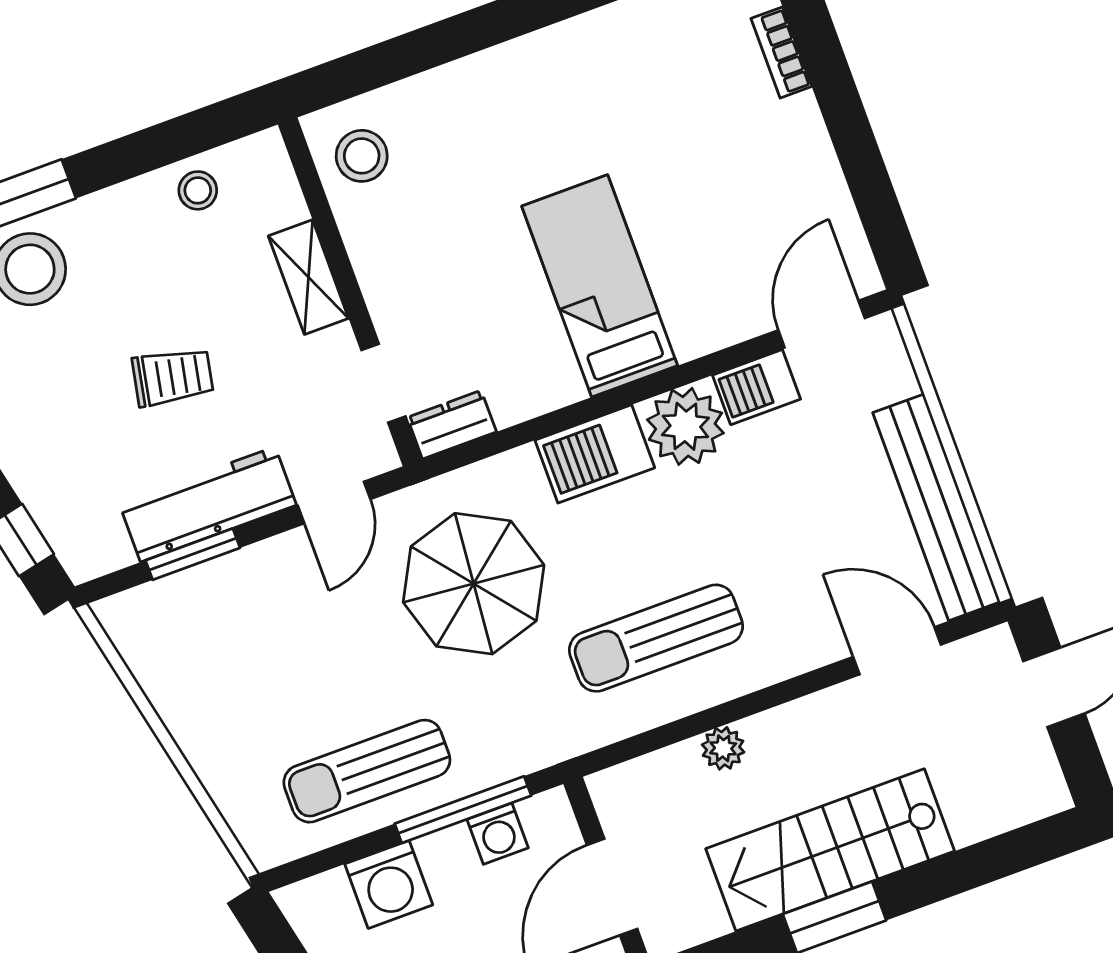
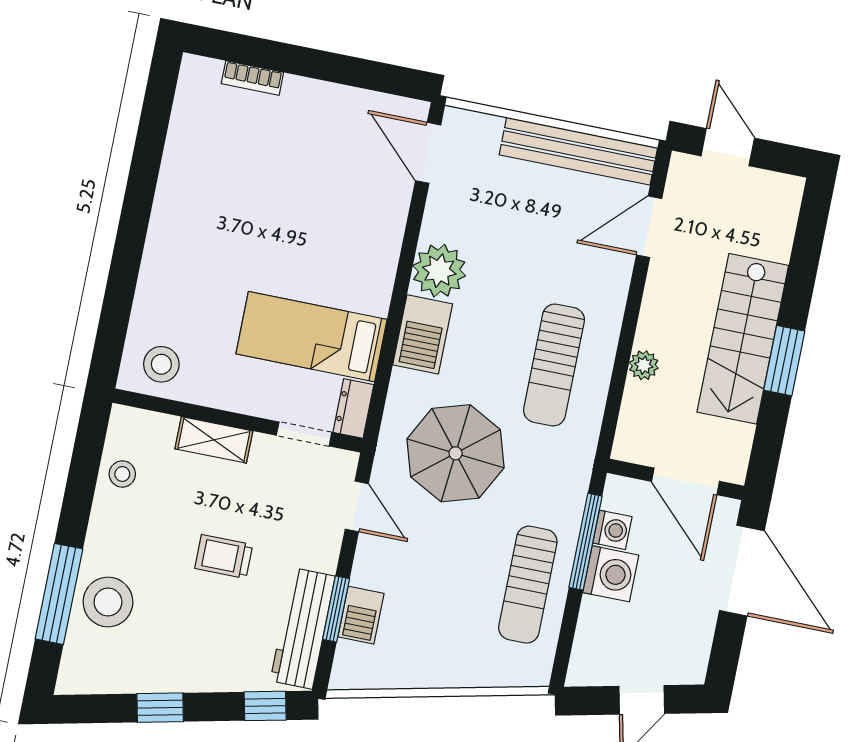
bed: (600, 286) -> (311, 337), moved
trolley: (173, 377) -> (224, 557), turned -101
barbecue: (757, 387) -> (361, 615), moved
workbench: (208, 504) -> (303, 628), moved
washing machine: (389, 884) -> (611, 574), moved

